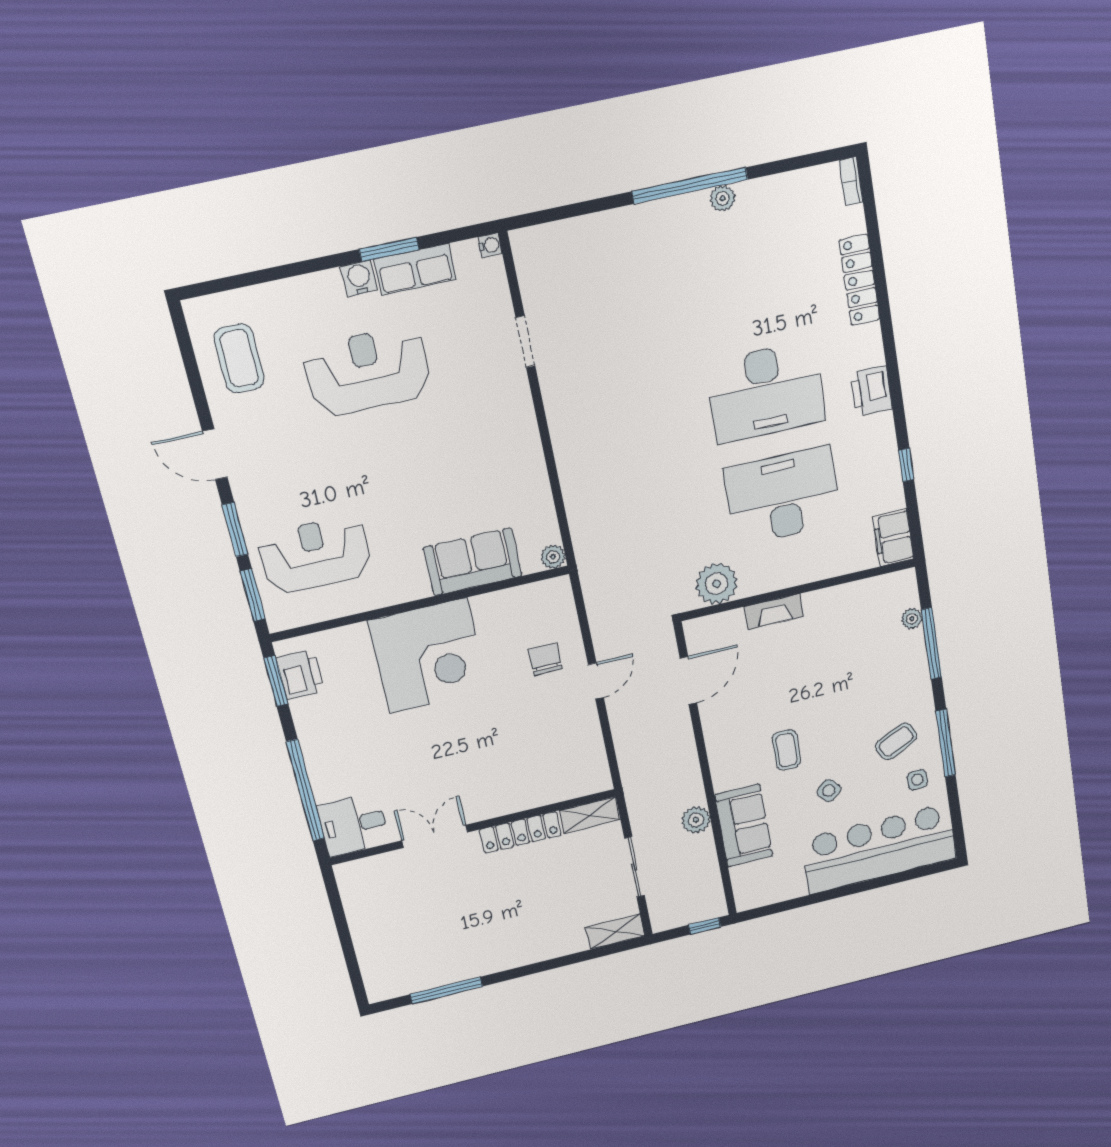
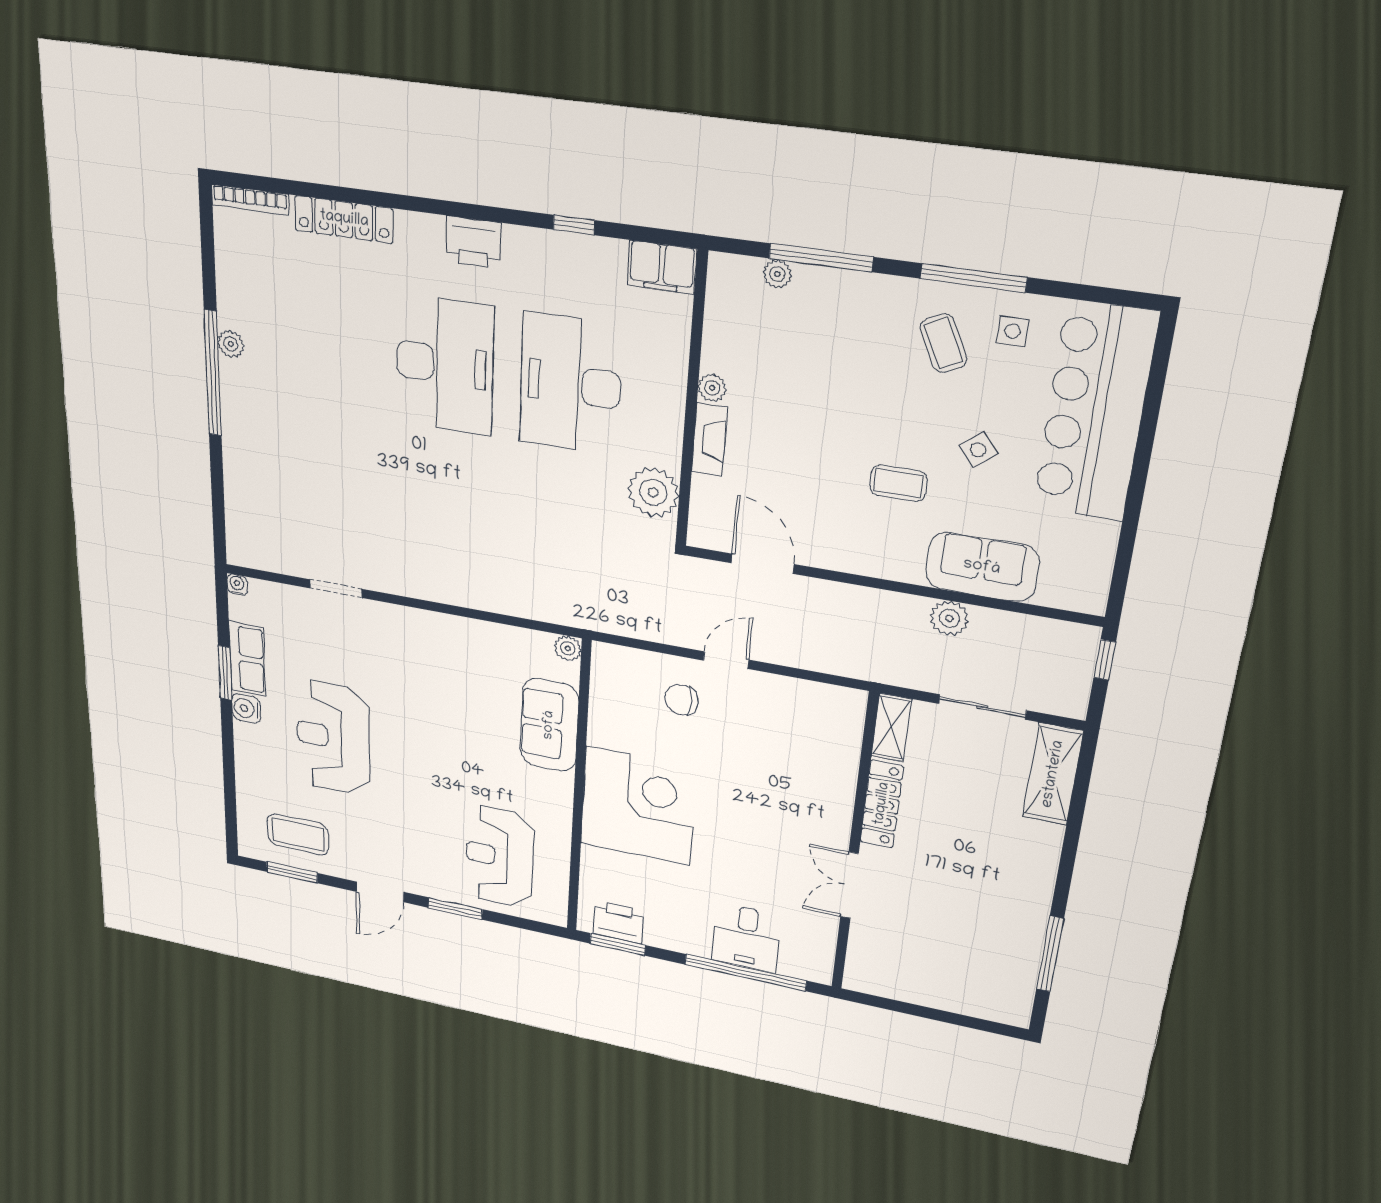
bookcase: (851, 181) -> (250, 200), width x1.56
window: (253, 595) -> (292, 872), moved
plant: (814, 601) -> (712, 388), added
door: (596, 681) -> (726, 660), hinge flipped
desk: (353, 825) -> (746, 938), moved
shelving: (615, 932) -> (1053, 774), width x1.50, depth x1.33

